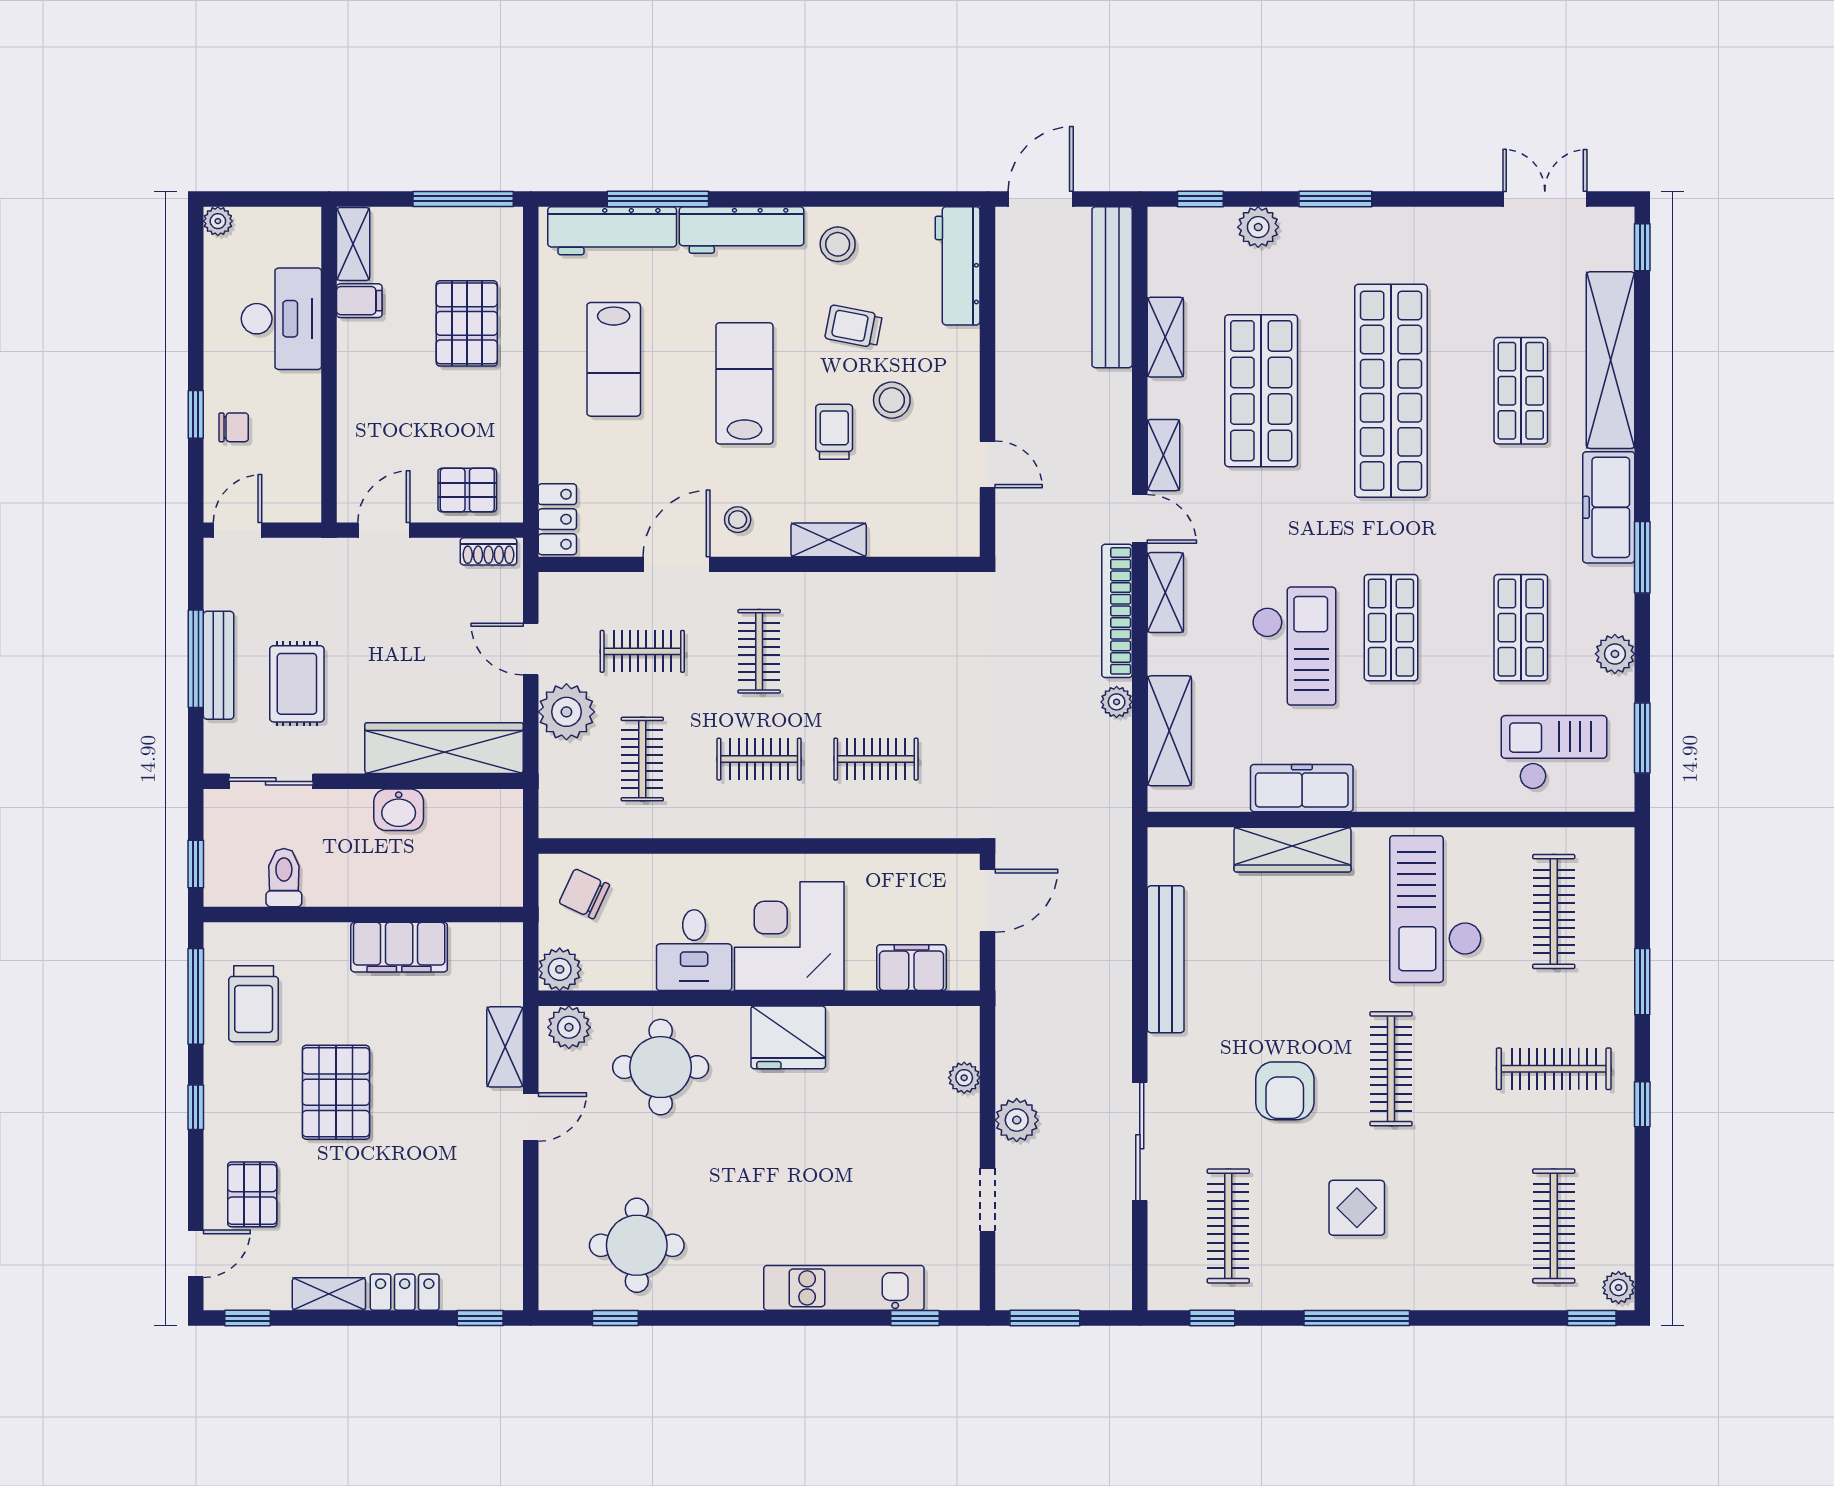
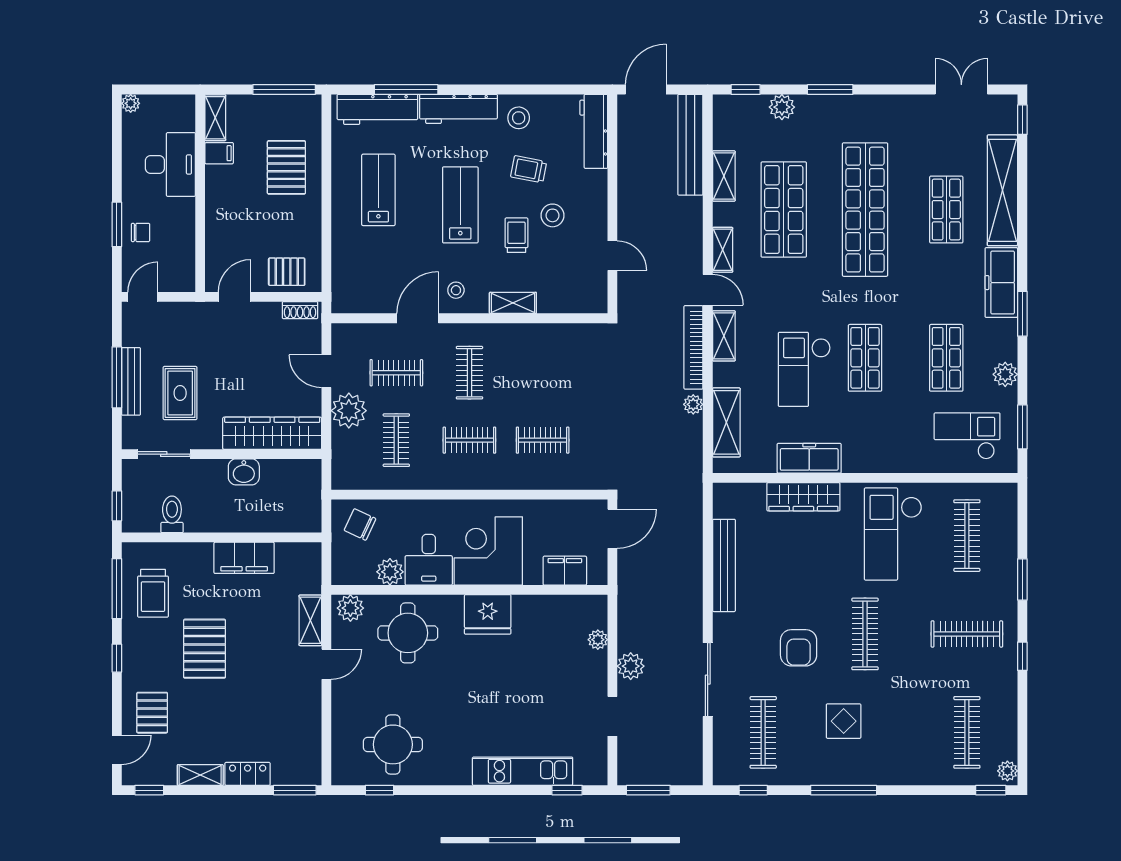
lab bench: (614, 359) -> (378, 190), turned 180
window: (196, 414) -> (117, 224), width x1.50
locker: (557, 519) -> (343, 290), removed
checkout: (1294, 646) -> (804, 369), turned 180
plant: (560, 969) -> (390, 572), moved
window: (480, 1318) -> (295, 790), width x1.50

